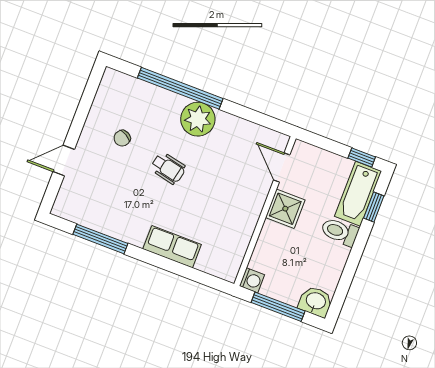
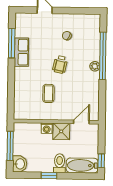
plant: (198, 119) -> (95, 66), width x0.53, depth x0.53
coffee table: (211, 207) -> (48, 93), added
window: (374, 207) -> (49, 175), moved
row of seats: (172, 247) -> (21, 52), moved
washing machine: (252, 280) -> (47, 128), moved

